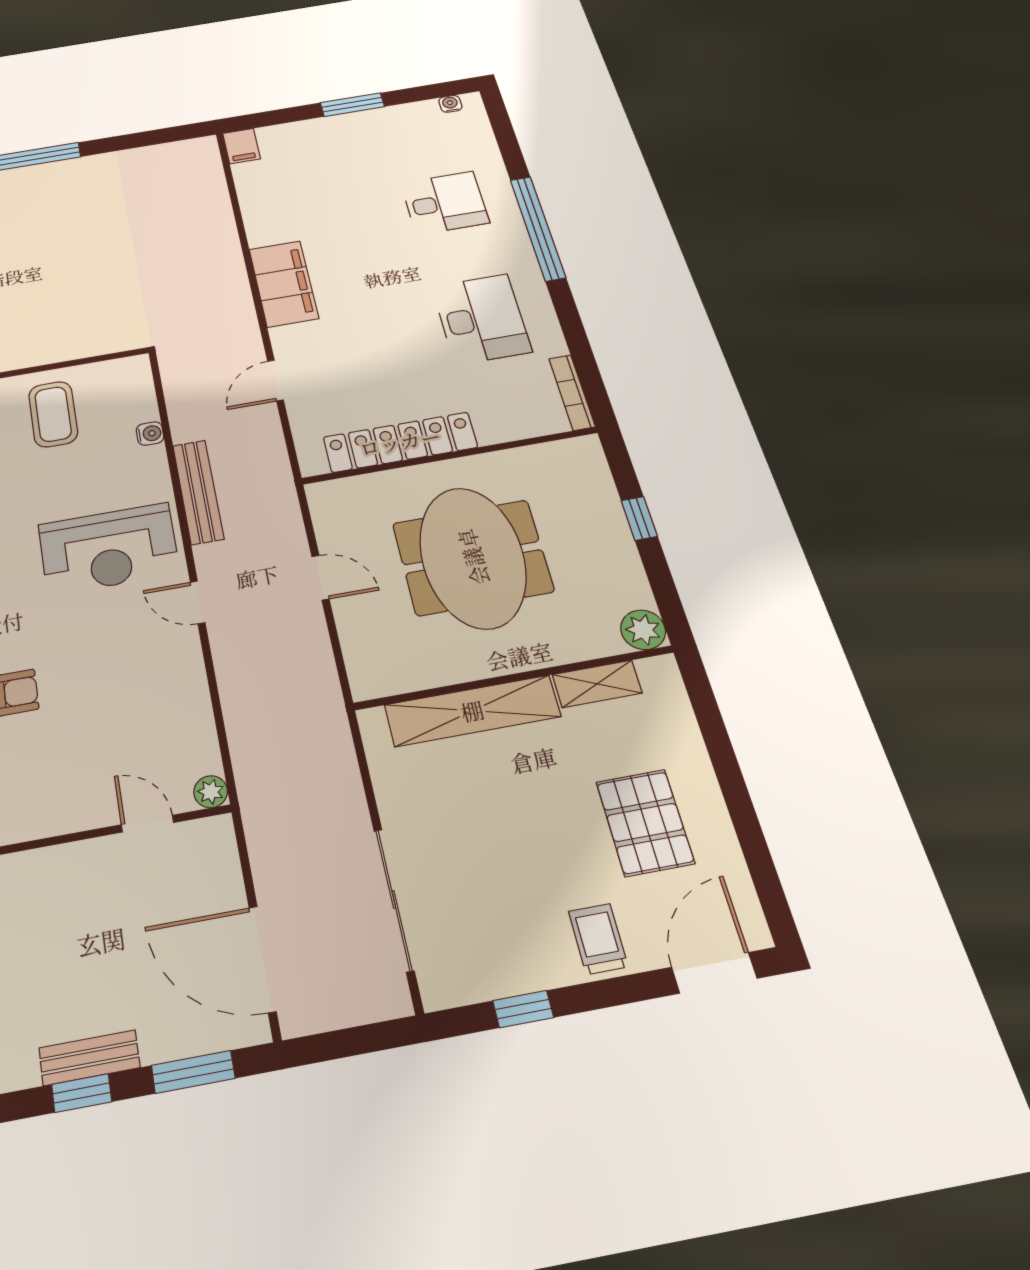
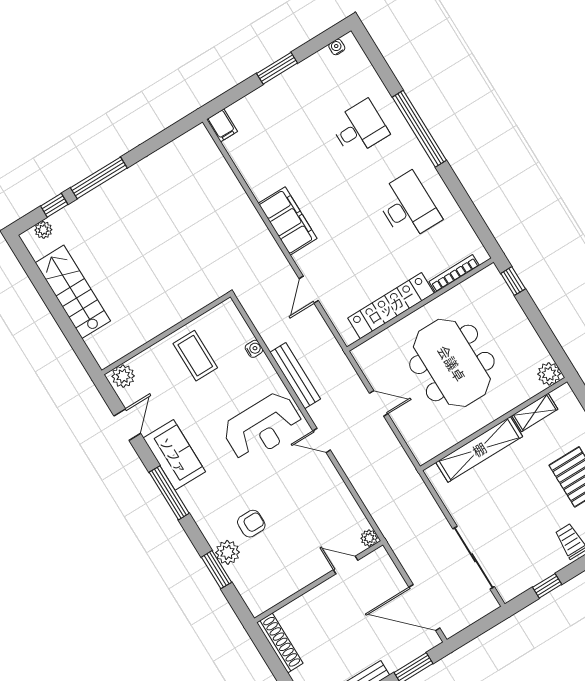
bookcase: (572, 392) -> (454, 273), moved, turned 90
window: (639, 518) -> (513, 281), moved

